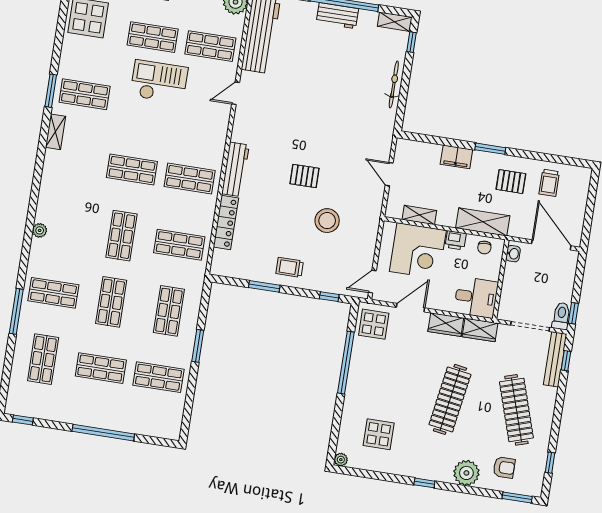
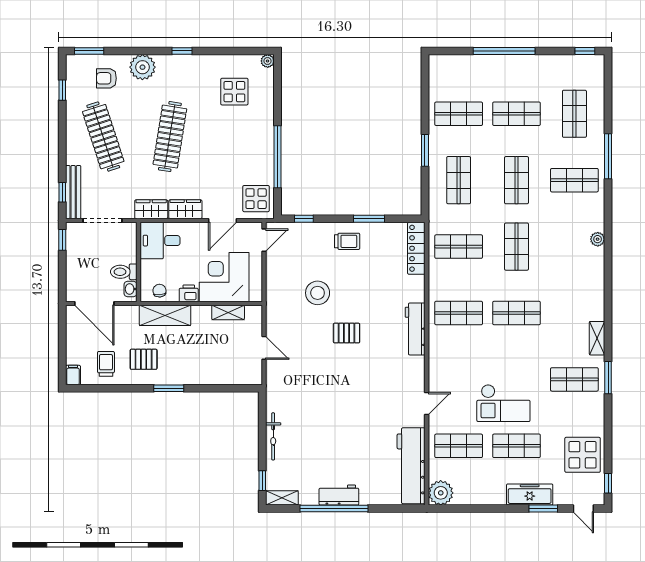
filing cabinet: (456, 157) -> (73, 375), moved, width x0.50
locker: (226, 223) -> (416, 248), moved
toilet: (561, 316) -> (124, 272), moved, turned 90

